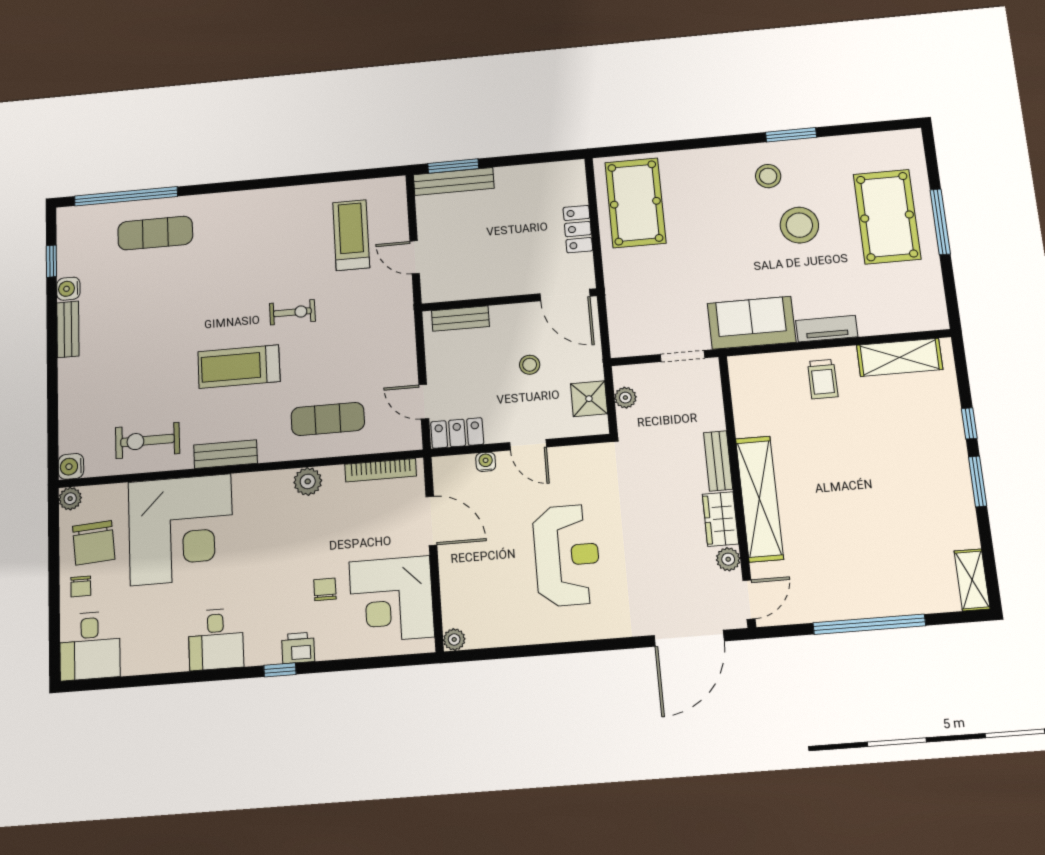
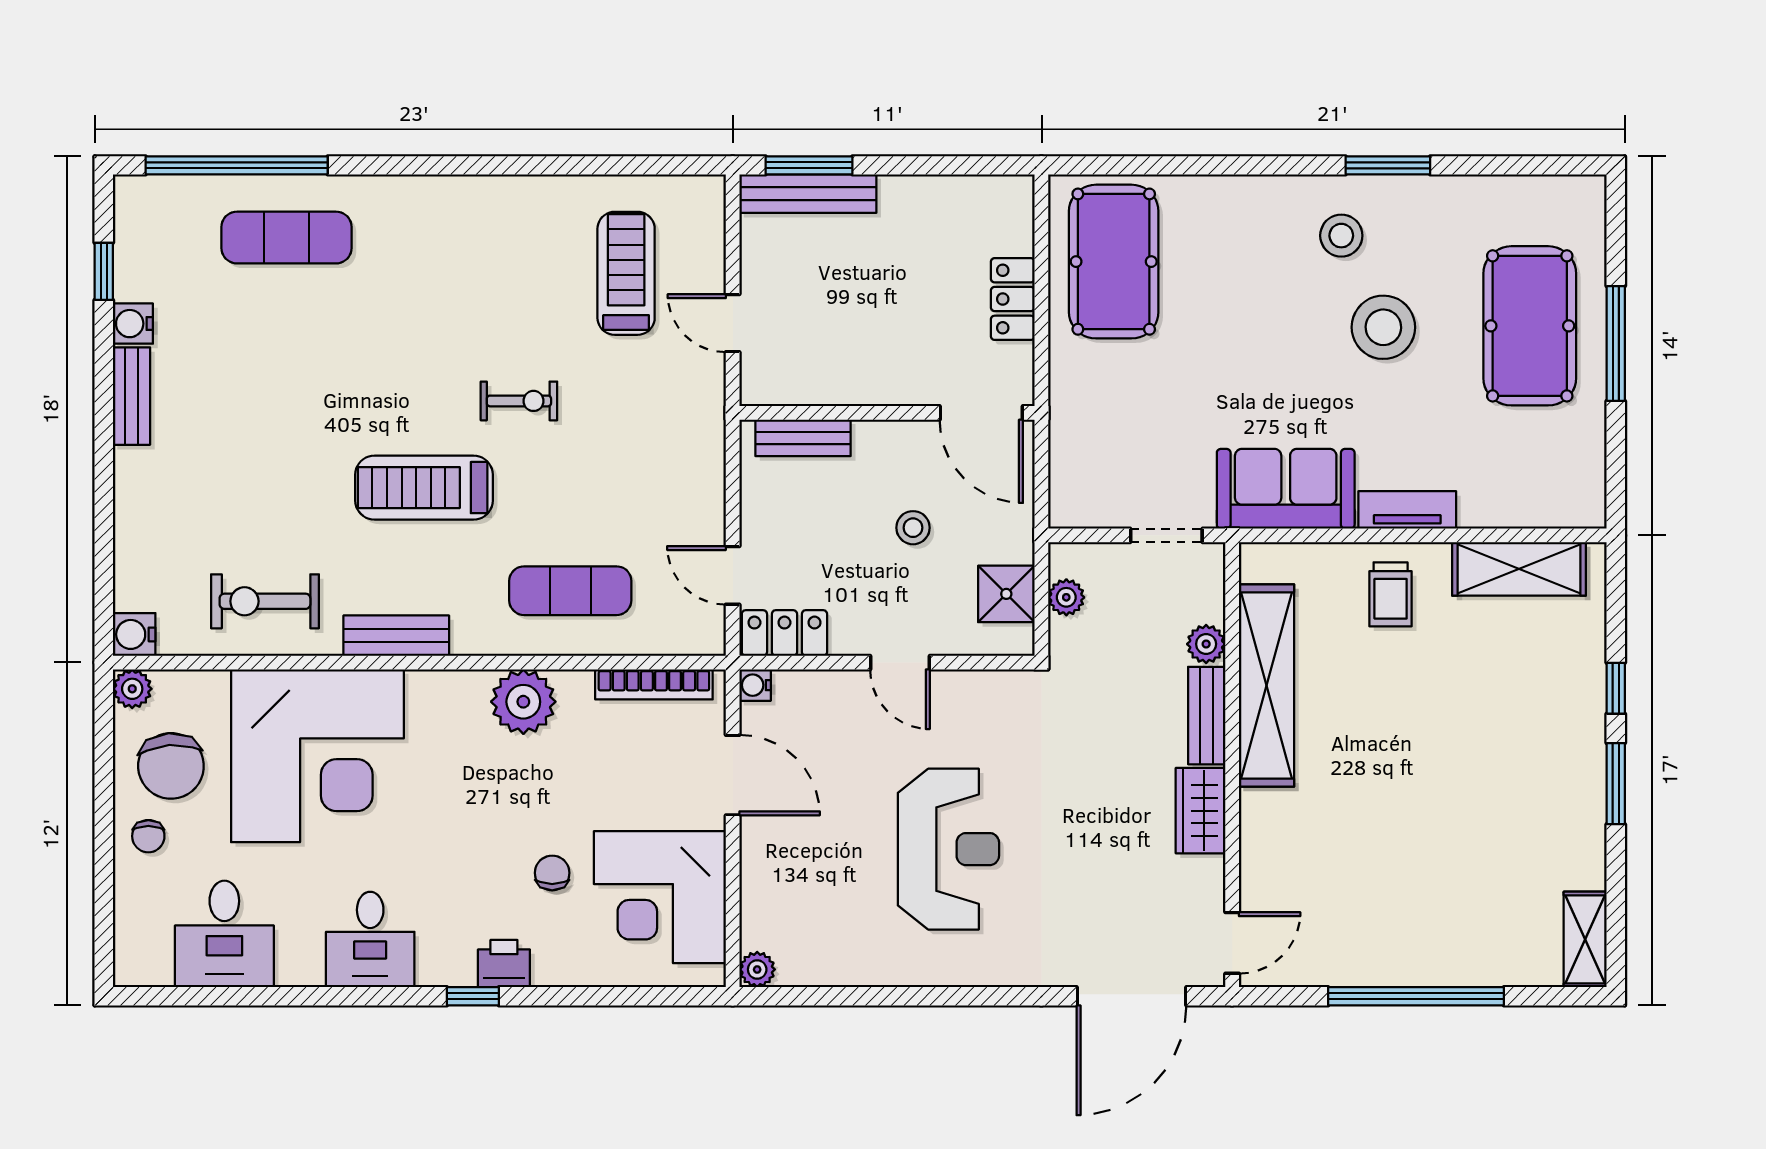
water cooler: (486, 462) -> (755, 685), moved, turned -90
plant: (308, 481) -> (523, 702), width x1.36, depth x1.36
shelving: (759, 499) -> (1266, 685), moved
plant: (728, 559) -> (1206, 644), moved
desk: (90, 646) -> (224, 934), moved

